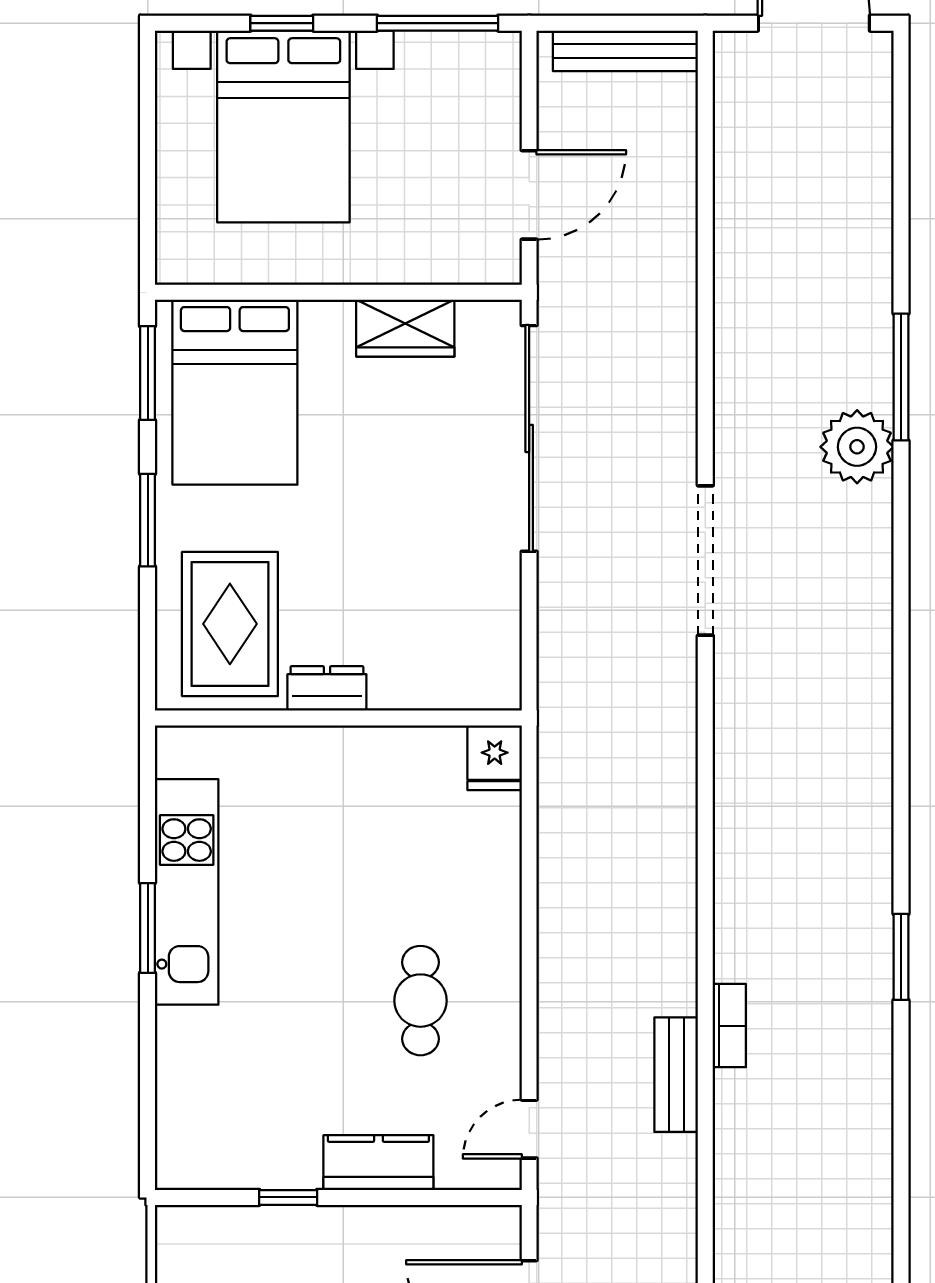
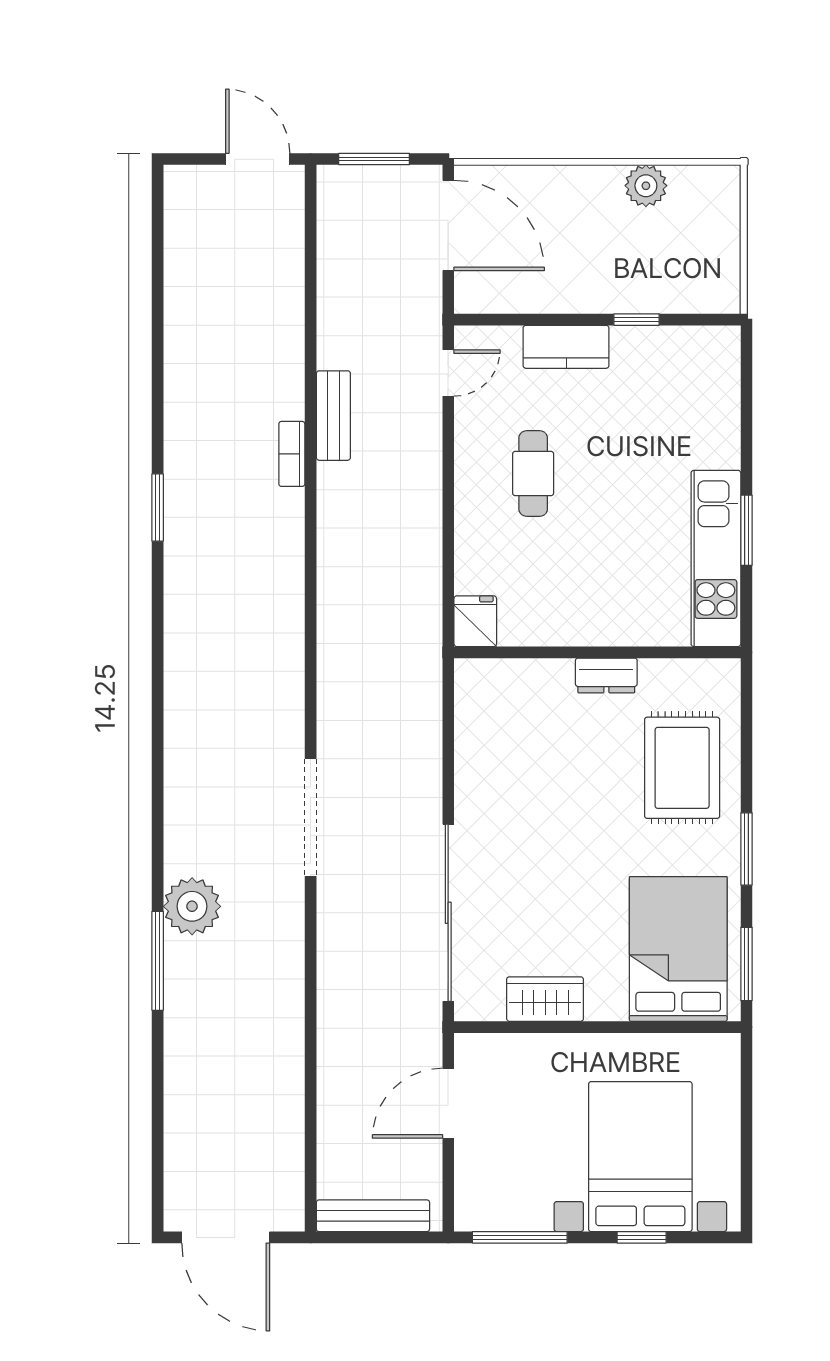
dresser: (327, 688) -> (606, 675), moved
wall: (338, 718) -> (597, 652), moved
fridge: (495, 758) -> (475, 621), moved

